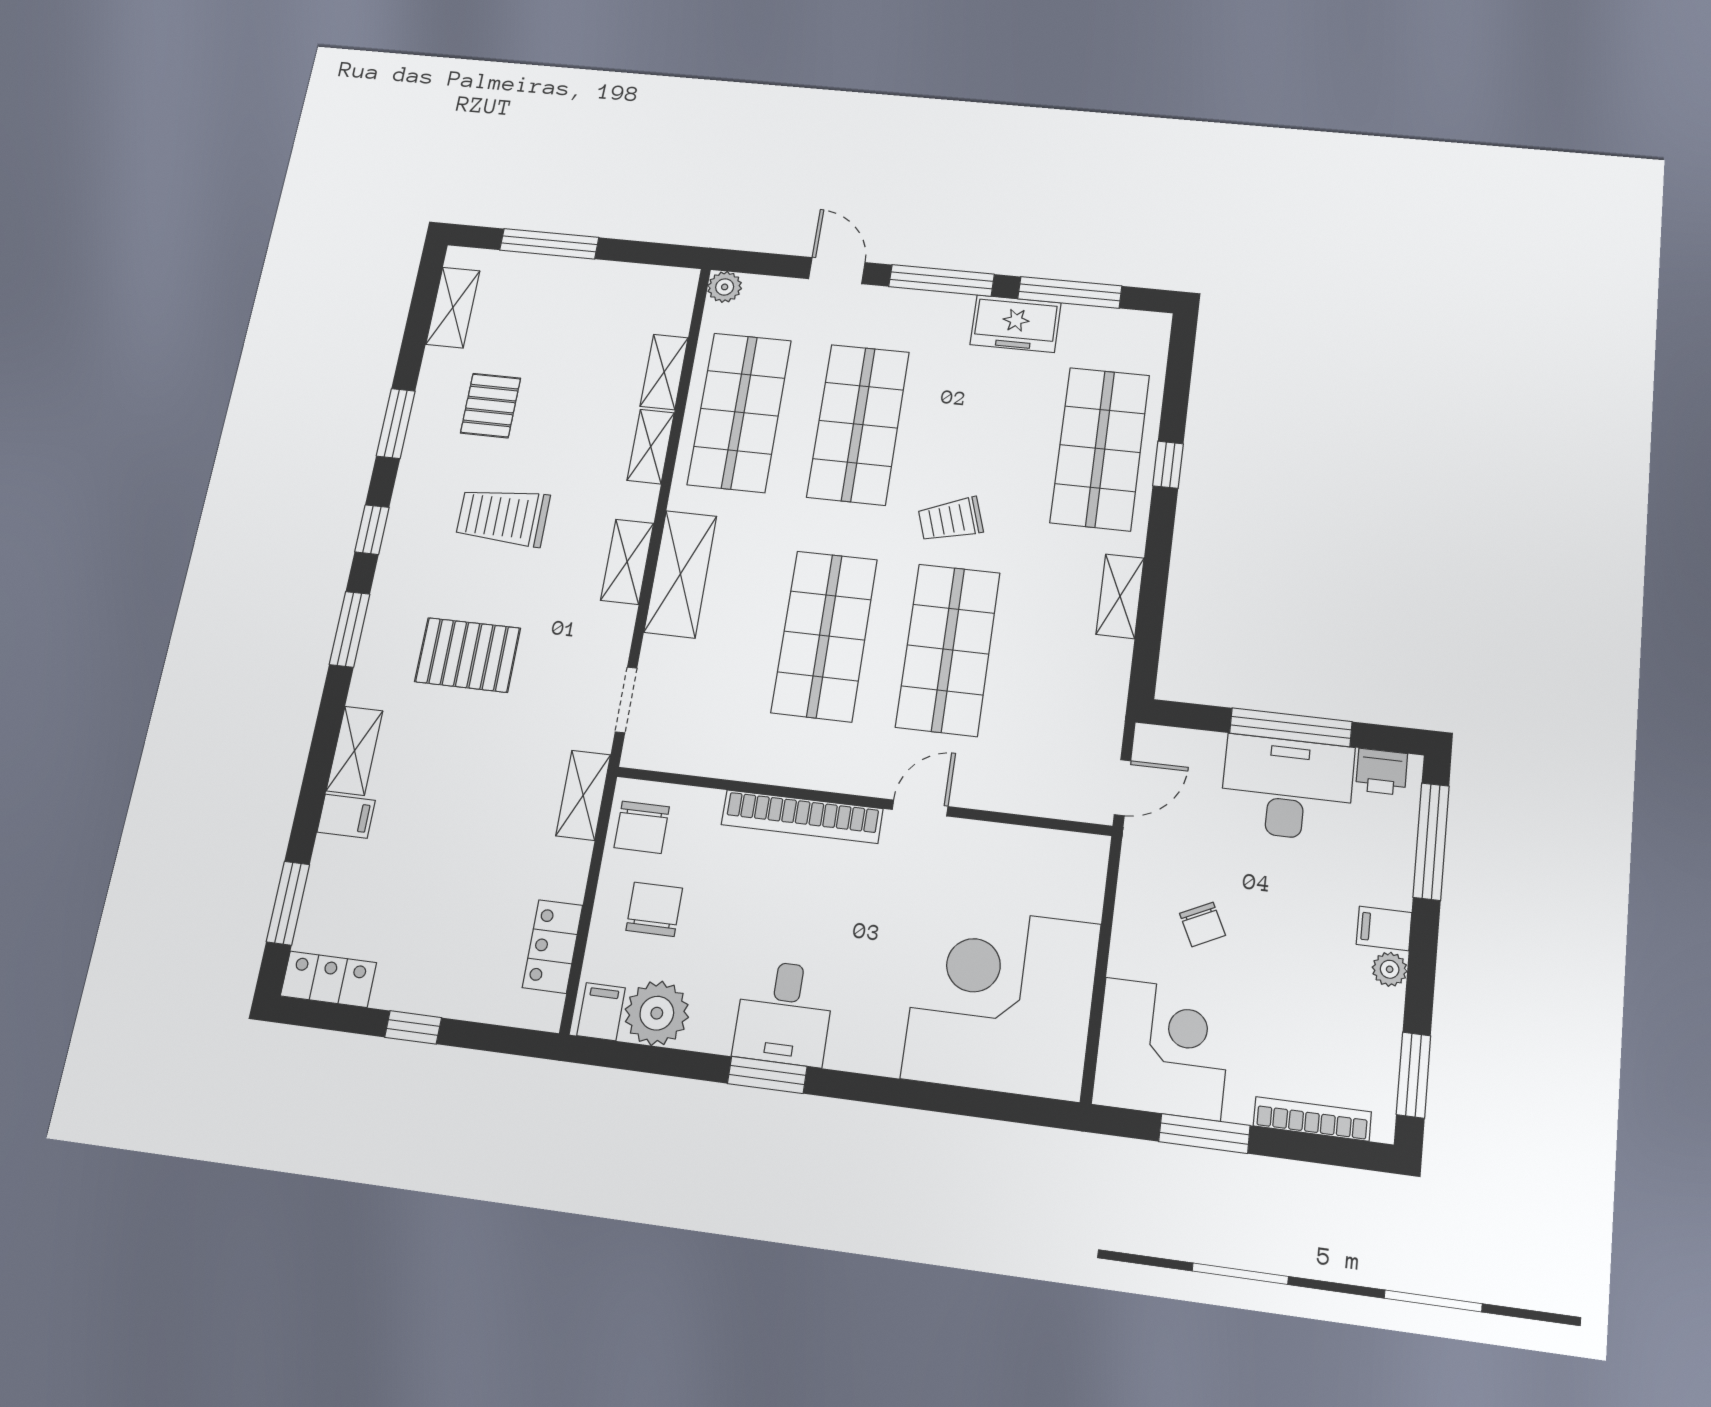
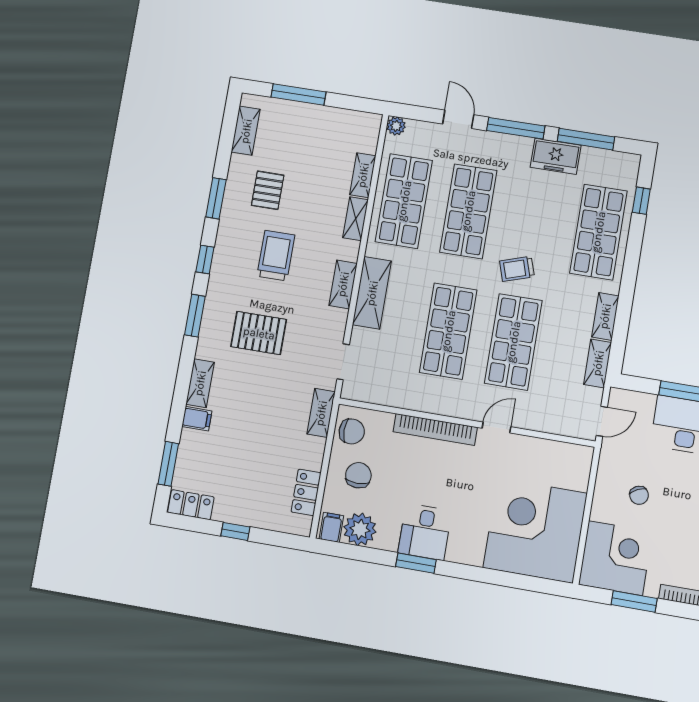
window: (1168, 465) -> (641, 201), moved
trolley: (503, 517) -> (276, 256), turned 90
shelving: (1109, 681) -> (598, 363), added
chair: (642, 827) -> (352, 431), turned -90

